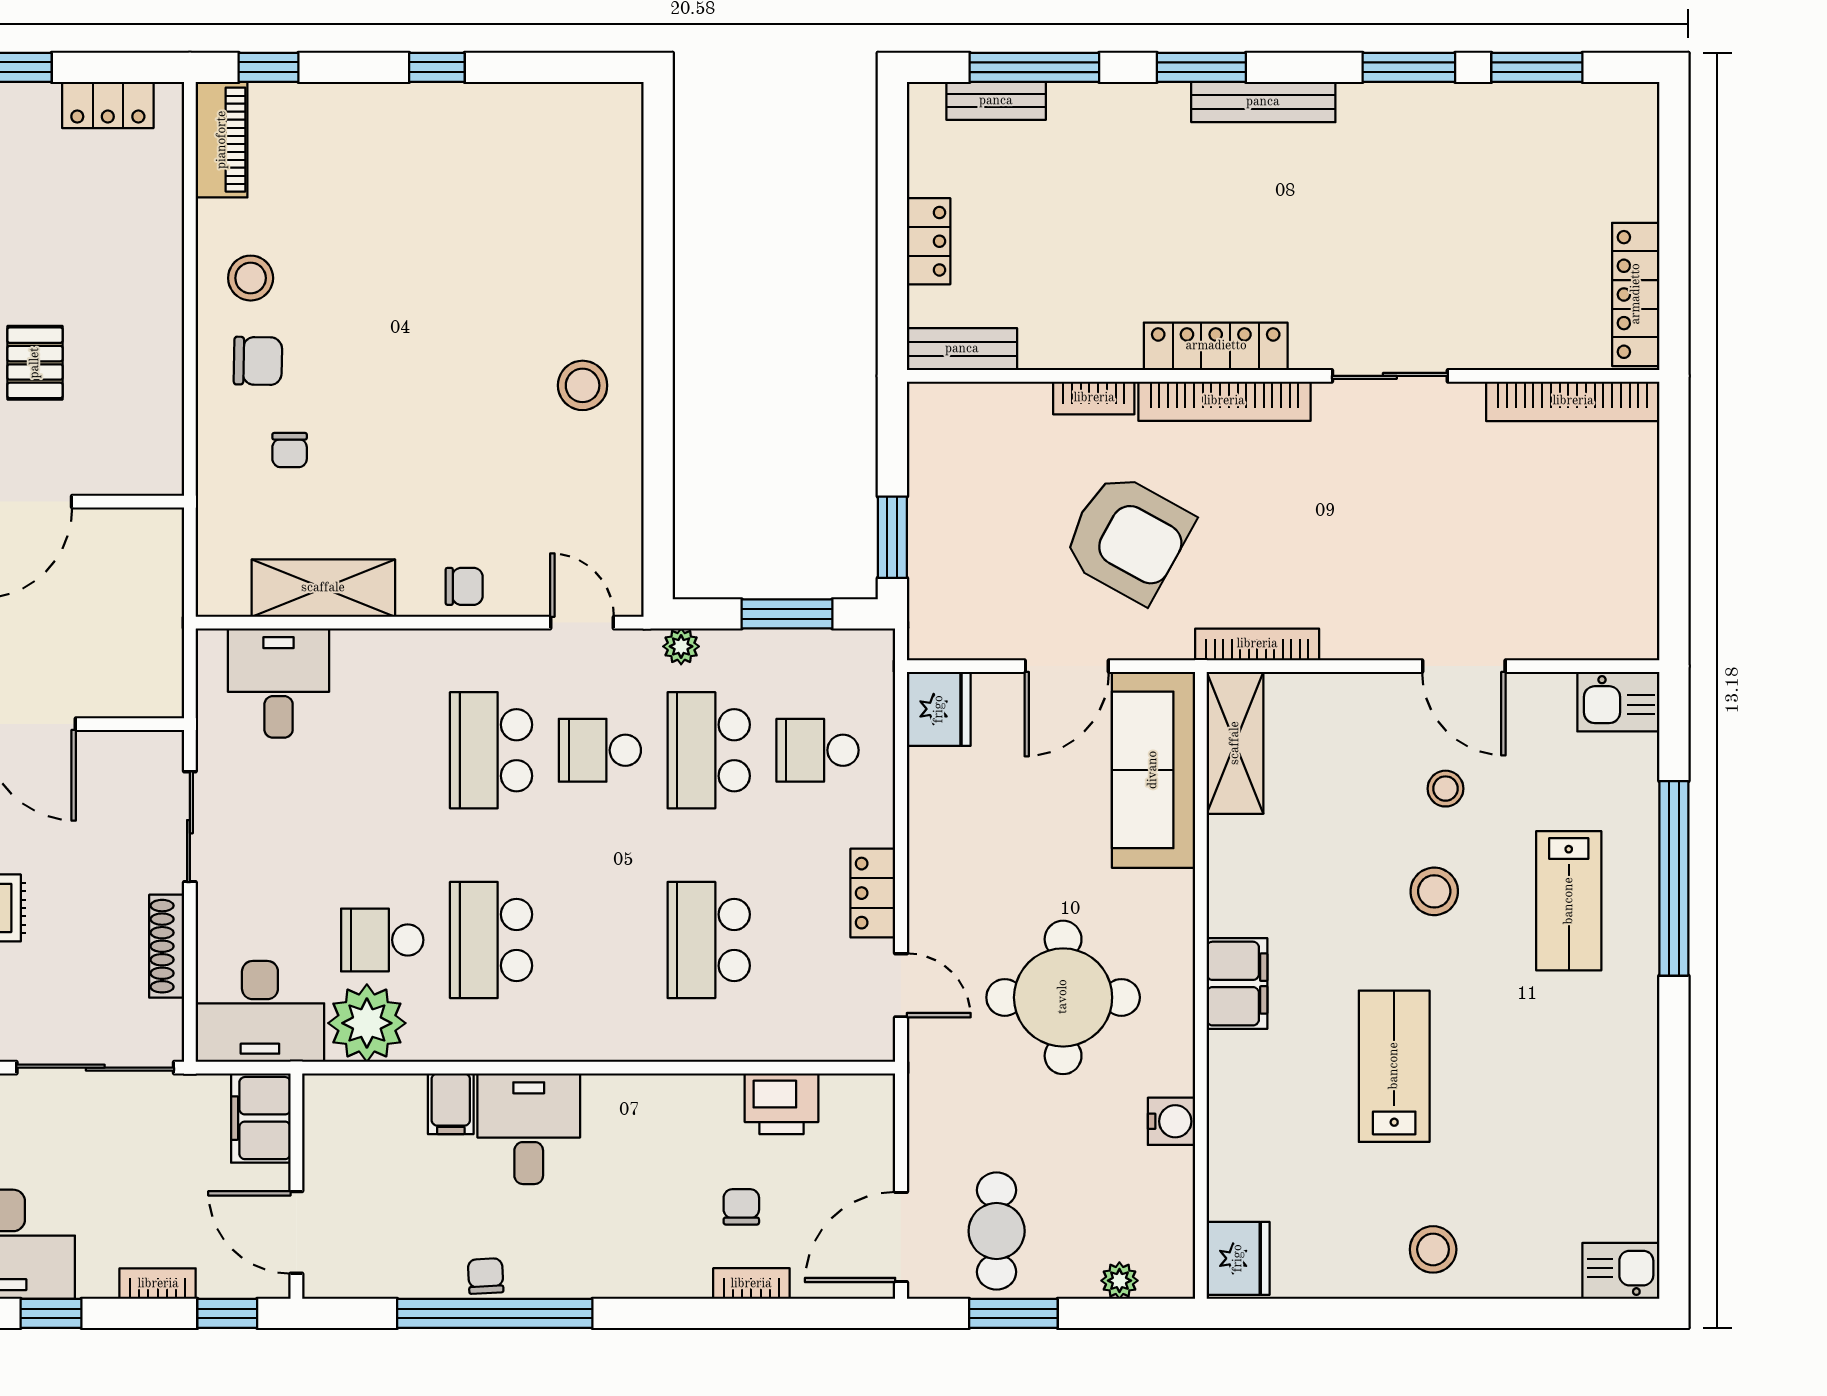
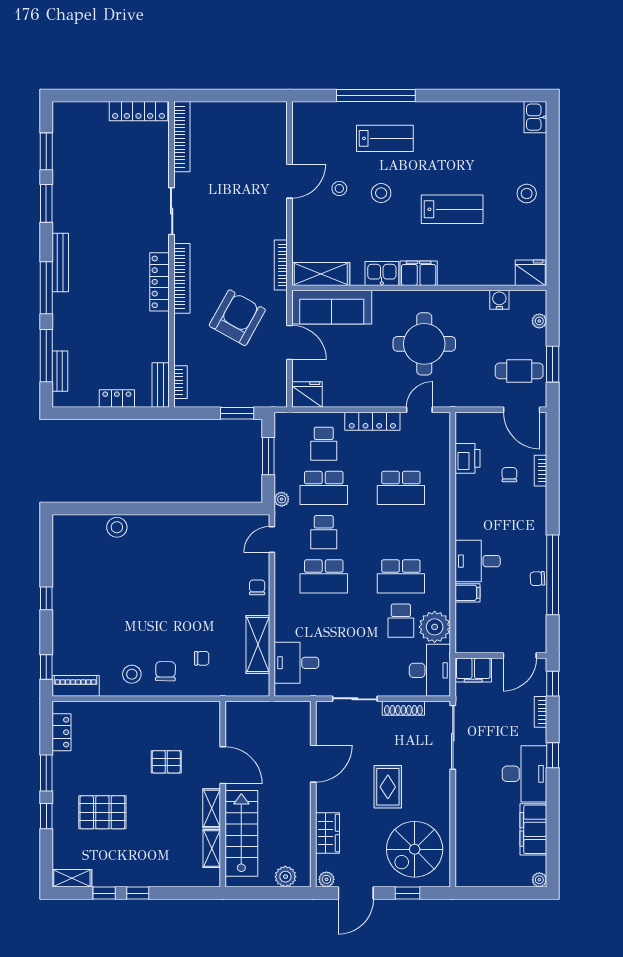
window: (1201, 67) -> (46, 288), width x1.44
stool: (583, 385) -> (117, 527), moved
bookcase: (1094, 398) -> (181, 382), moved
kitchen sink: (1618, 702) -> (382, 273), moved, turned -90
locker: (873, 893) -> (372, 421), width x1.53
lab bench: (1394, 1066) -> (452, 209), turned 180
water cooler: (1171, 1121) -> (499, 300), moved
chair: (741, 1207) -> (509, 475), turned 90

